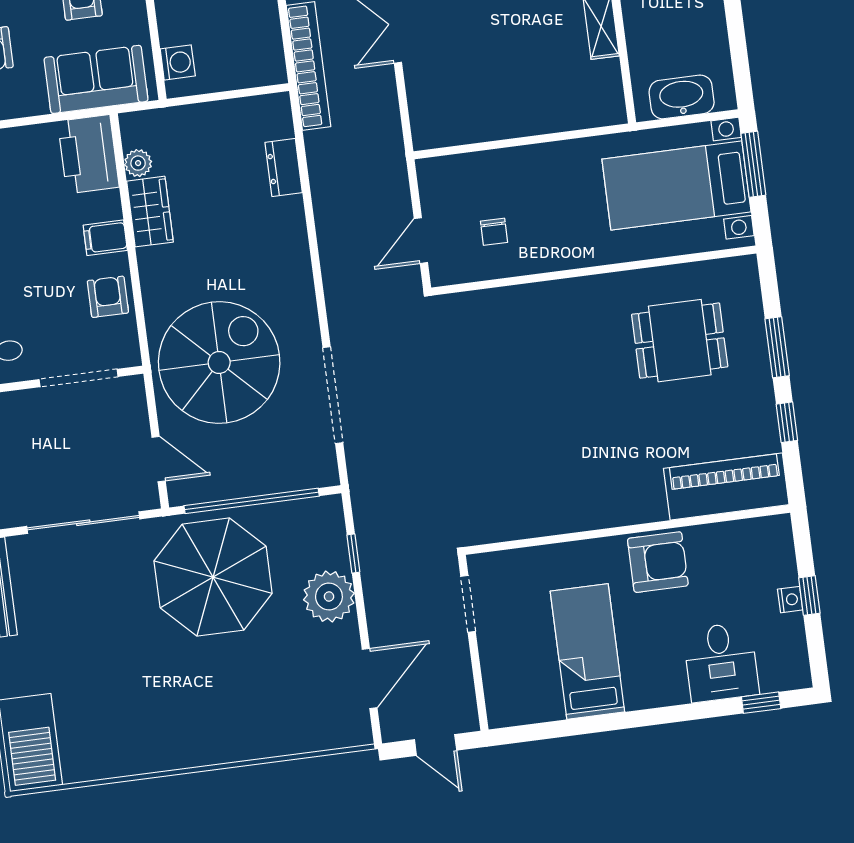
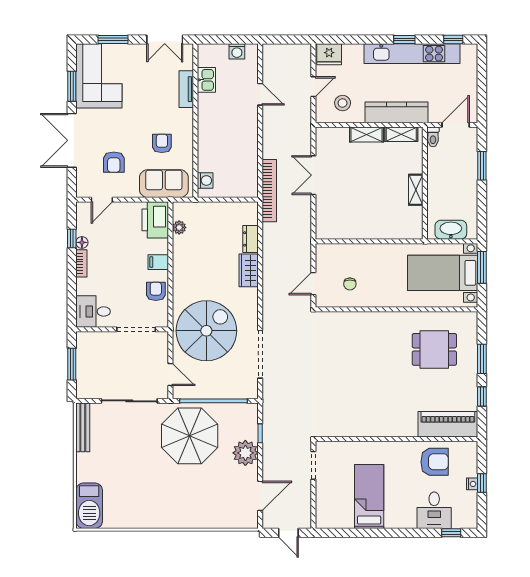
wardrobe: (150, 212) -> (249, 270), moved, turned 180
armchair: (658, 562) -> (435, 462), moved

